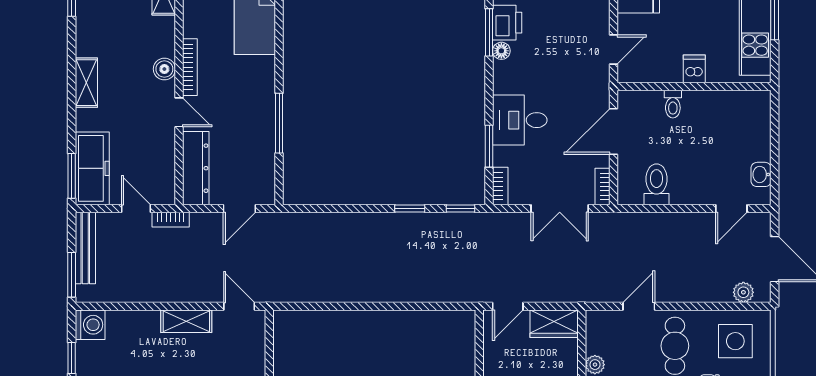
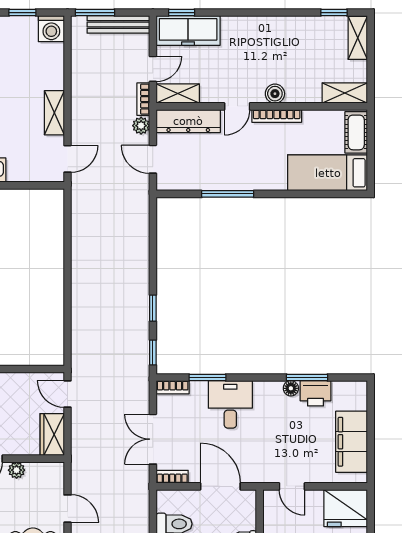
shelving: (86, 83) -> (178, 94), moved
window: (72, 176) -> (182, 13), width x0.67
plant: (201, 222) -> (141, 126), added

